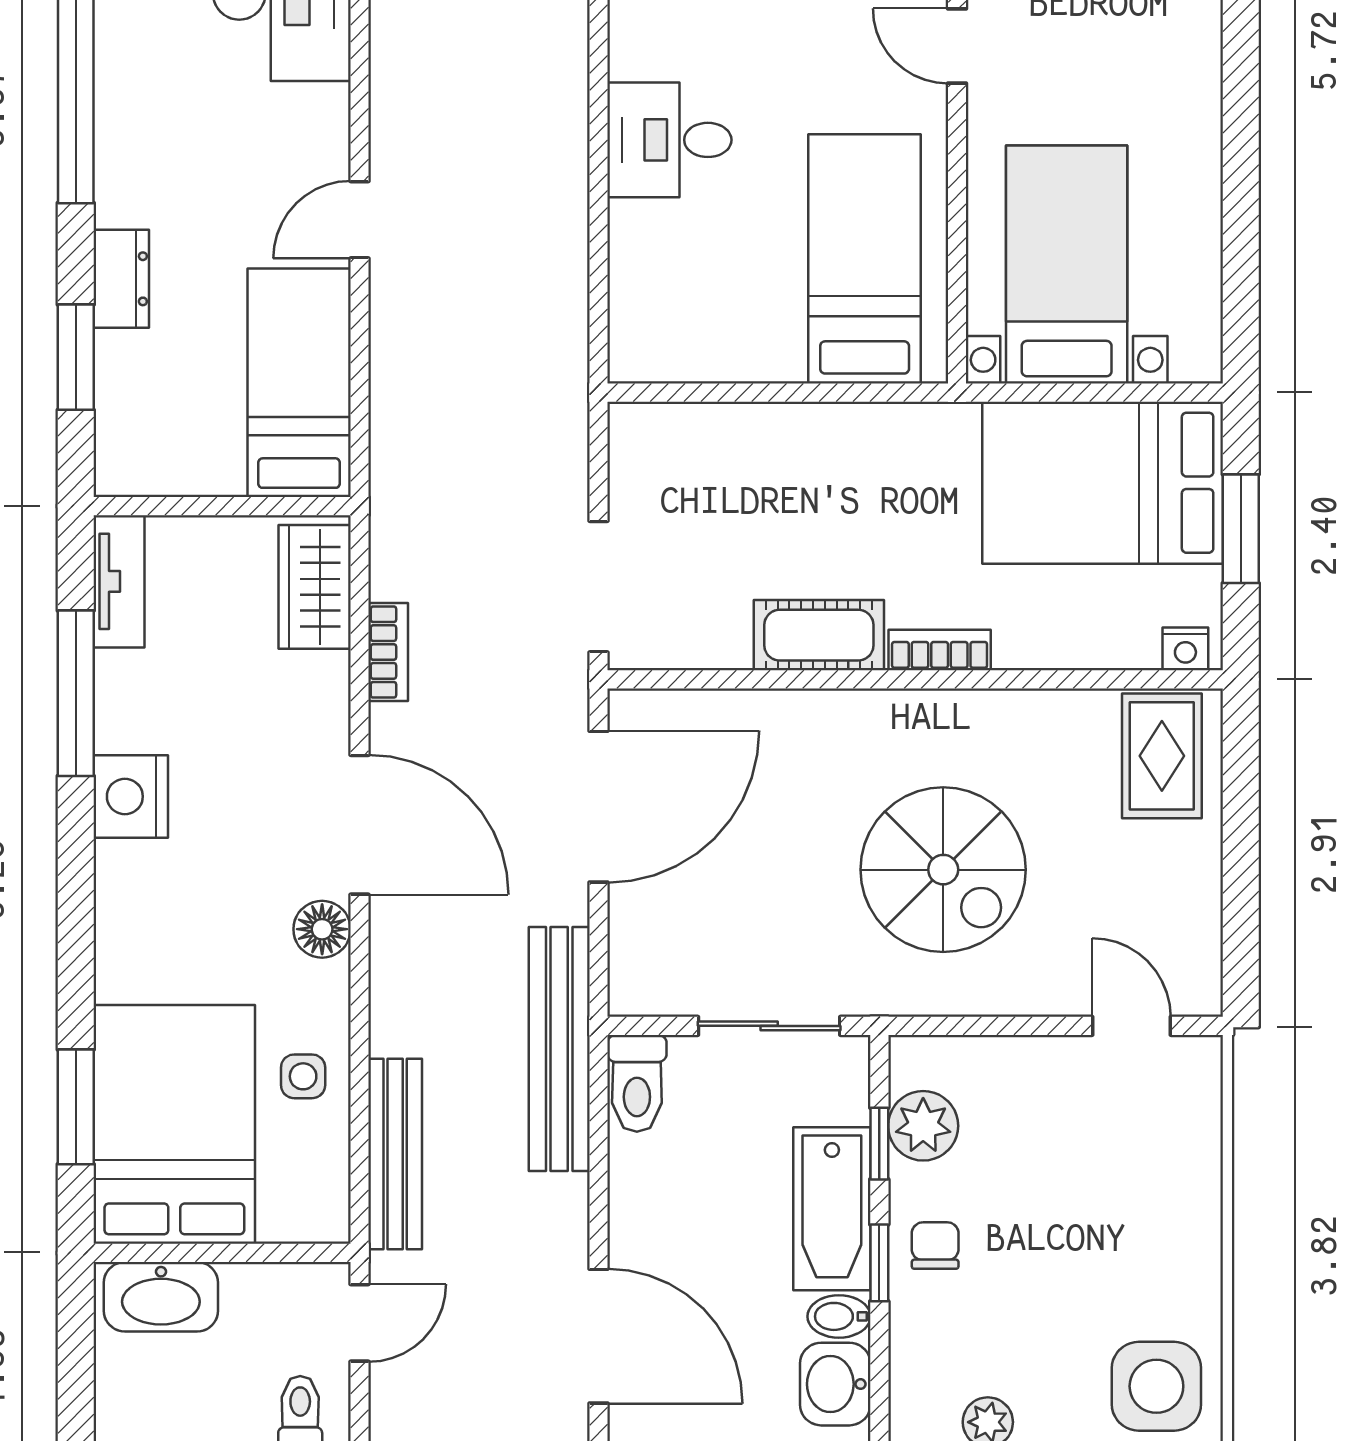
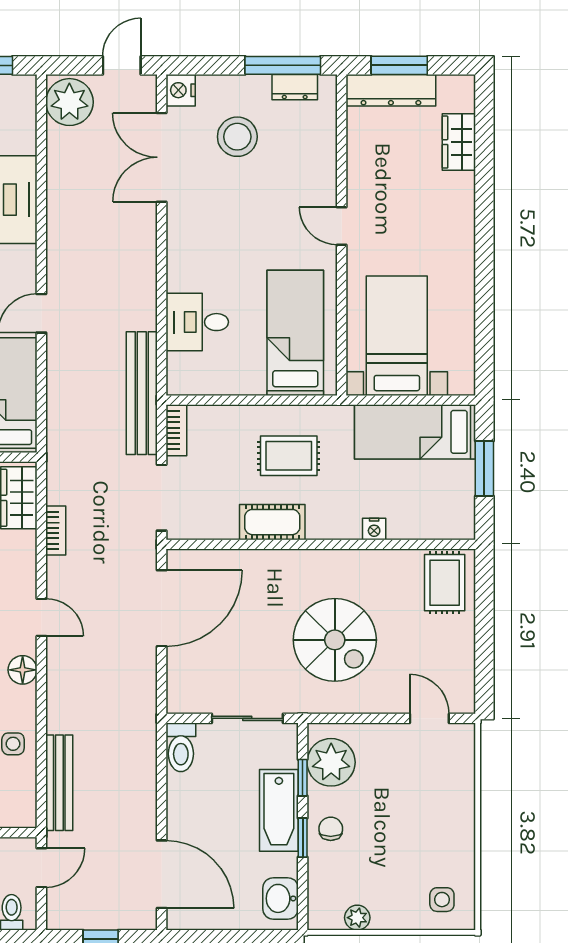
desk: (669, 140) -> (197, 322), moved
bed: (1103, 483) -> (415, 432), width x0.67
rug: (852, 503) -> (289, 456), added
nightstand: (1185, 649) -> (374, 529), moved
bookcase: (940, 650) -> (176, 430), moved, turned 90
door: (360, 825) -> (41, 617), width x0.53
bench: (559, 1049) -> (142, 393), moved
plant: (923, 1126) -> (331, 762), width x1.36, depth x1.36
bidet: (839, 1316) -> (282, 864), removed
side table: (1156, 1386) -> (442, 900), width x0.54, depth x0.54

